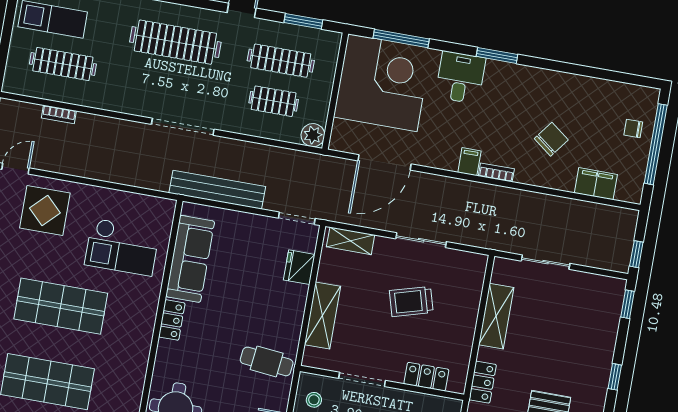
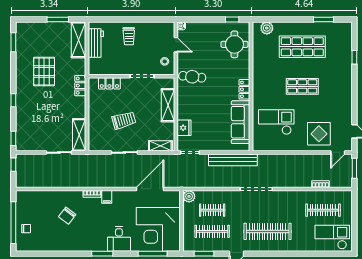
filing cabinet: (596, 184) -> (40, 197), removed
shop shelf: (61, 306) -> (302, 86), width x0.70, depth x0.74
shelving: (496, 316) -> (79, 135), moved

